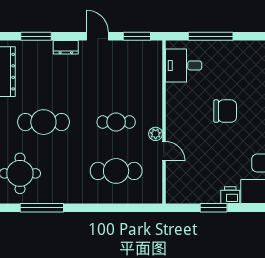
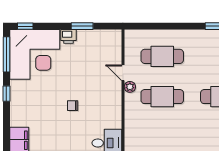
chair: (225, 111) -> (73, 106), width x0.54, depth x0.54
cafe table: (116, 122) -> (162, 97), width x1.37, depth x1.35

